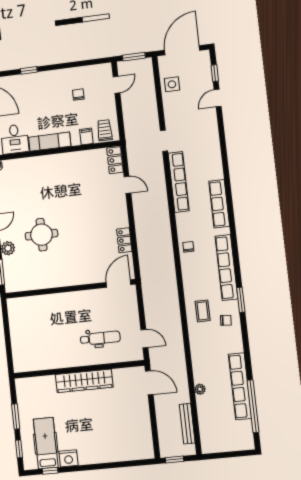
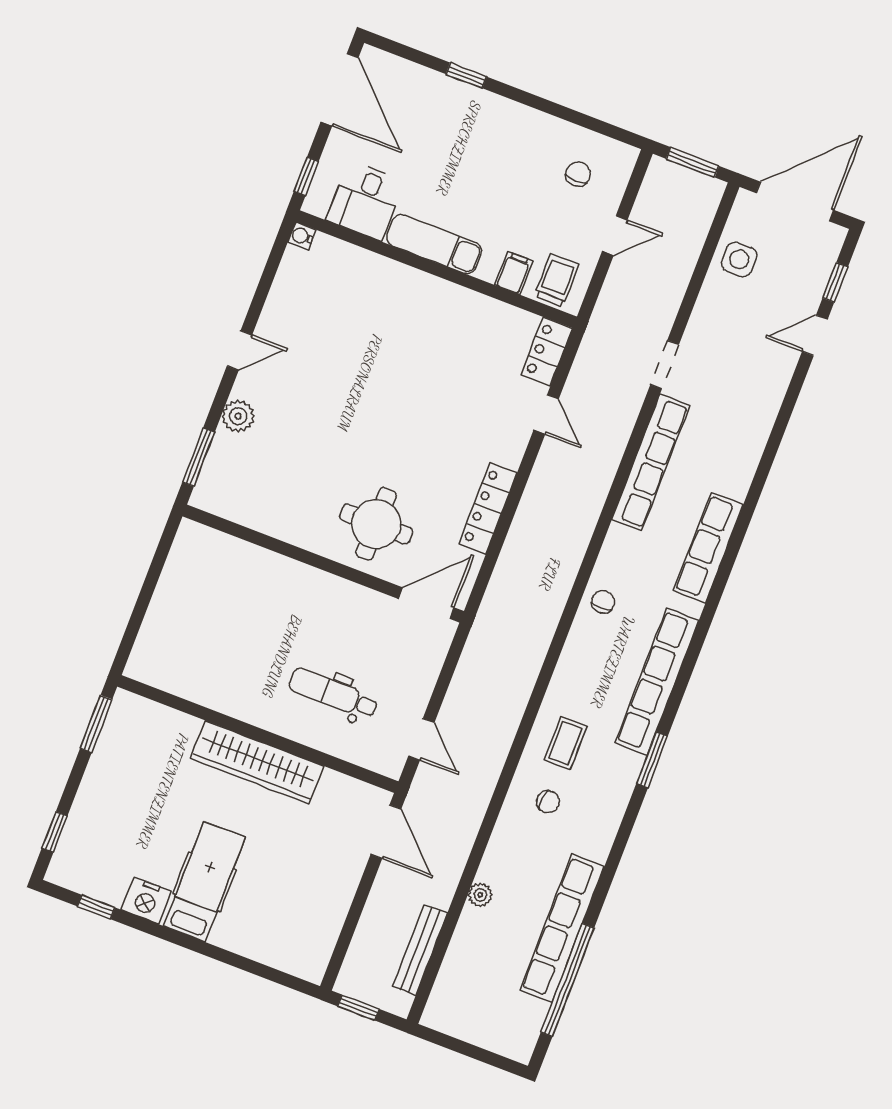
door: (116, 85) -> (615, 236), moved
chair: (78, 95) -> (578, 174), moved
round table: (42, 235) -> (376, 524), moved
locker: (124, 240) -> (488, 509), width x1.53
chair: (226, 320) -> (548, 802), moved
dental chair: (100, 338) -> (333, 694), turned 180
window: (16, 417) -> (96, 724), moved
hospital bed: (46, 443) -> (204, 882), moved

